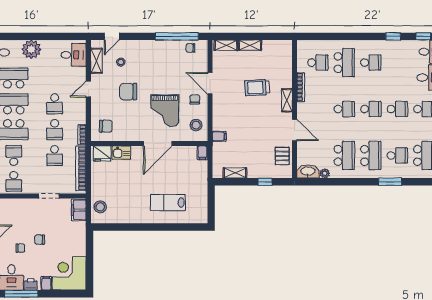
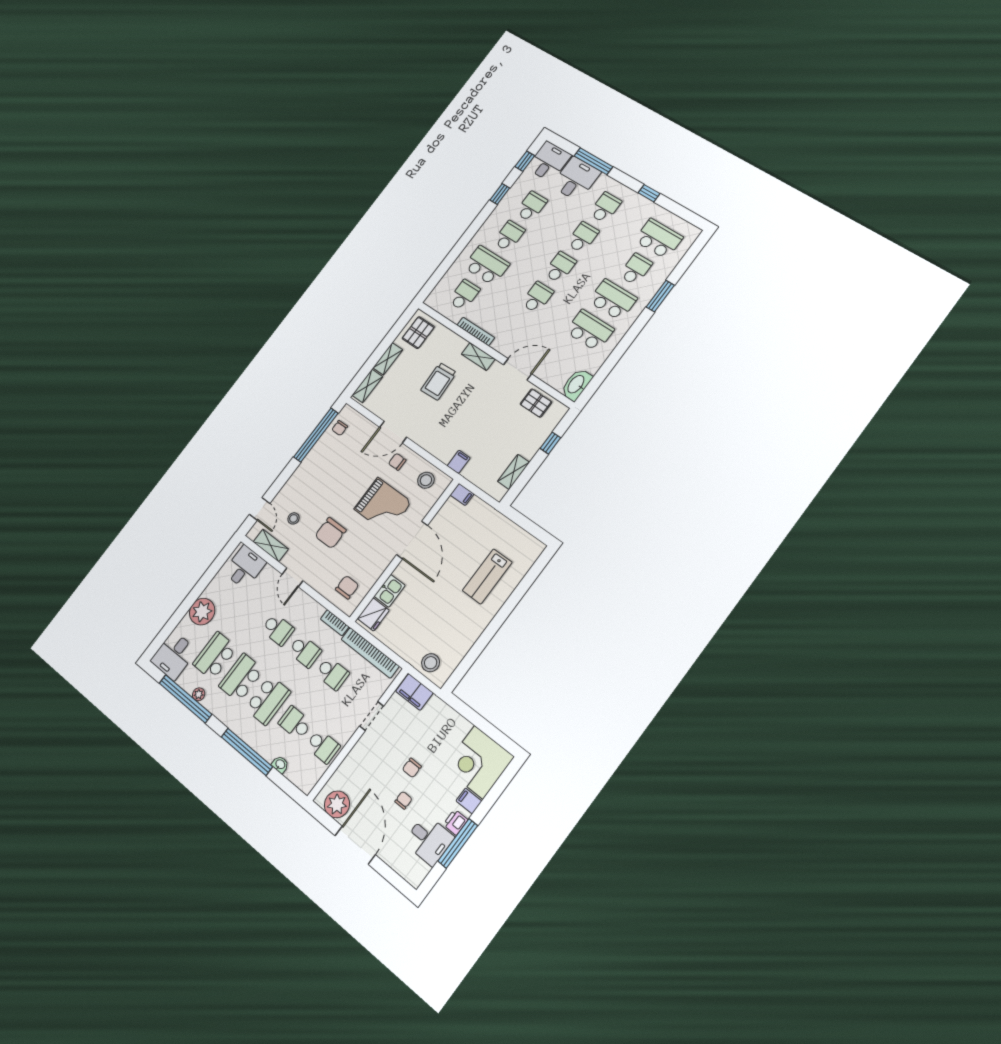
pallet: (278, 52) -> (418, 333), added
school desk: (397, 63) -> (531, 206), added
plant: (325, 173) -> (593, 366), removed

